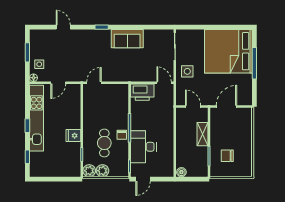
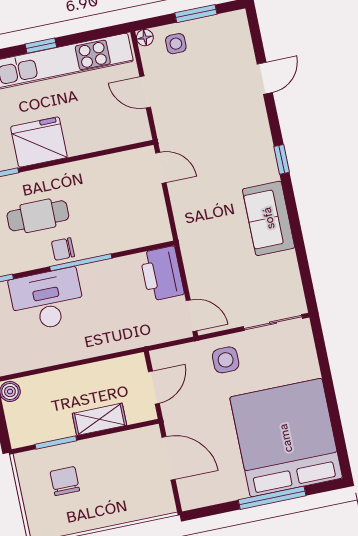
door: (164, 83) -> (191, 316), hinge flipped
fridge: (73, 136) -> (39, 142), width x1.88, depth x1.34

